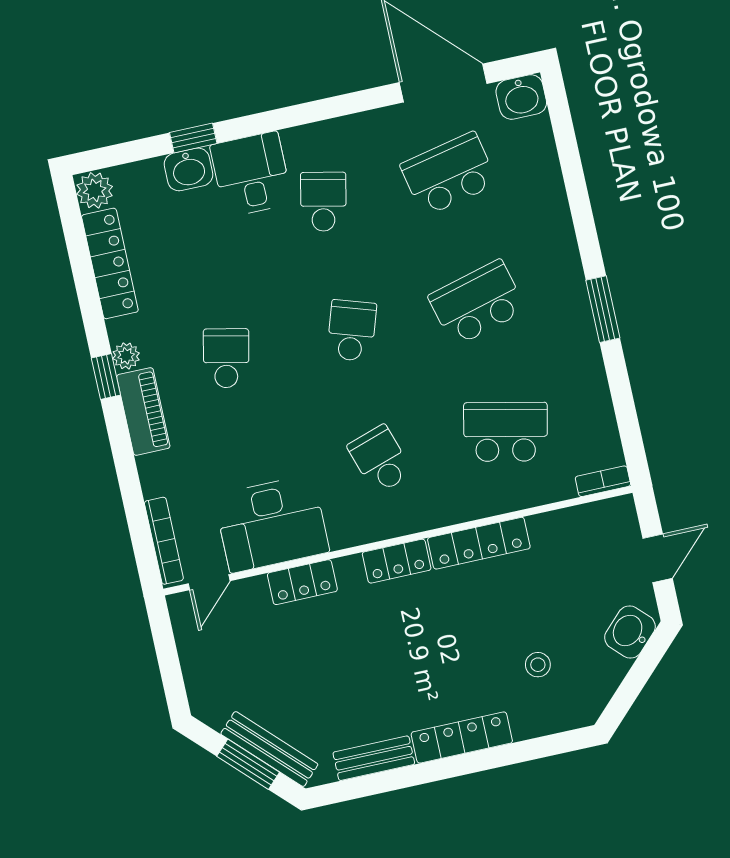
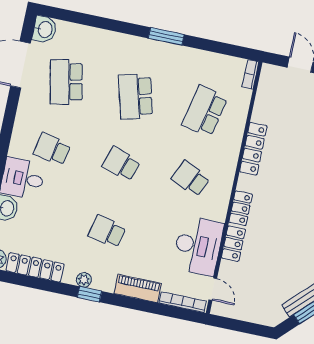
piano: (143, 411) -> (138, 288), moved
school desk: (380, 459) -> (191, 179), turned 42
locker: (397, 561) -> (241, 208), moved

